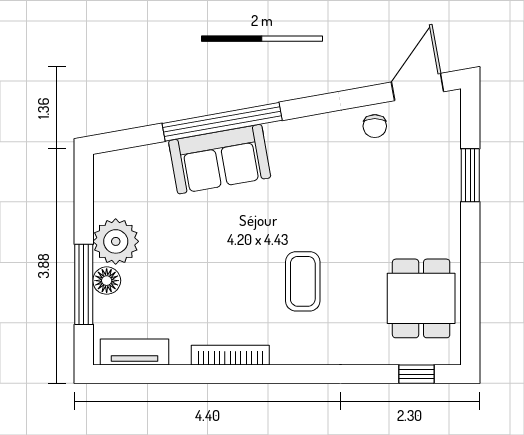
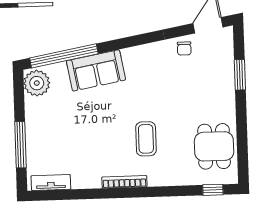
window: (222, 122) -> (64, 56), moved
plant: (116, 241) -> (37, 83), moved
floor lamp: (107, 281) -> (34, 142), removed
bookcase: (230, 355) -> (124, 182), moved

